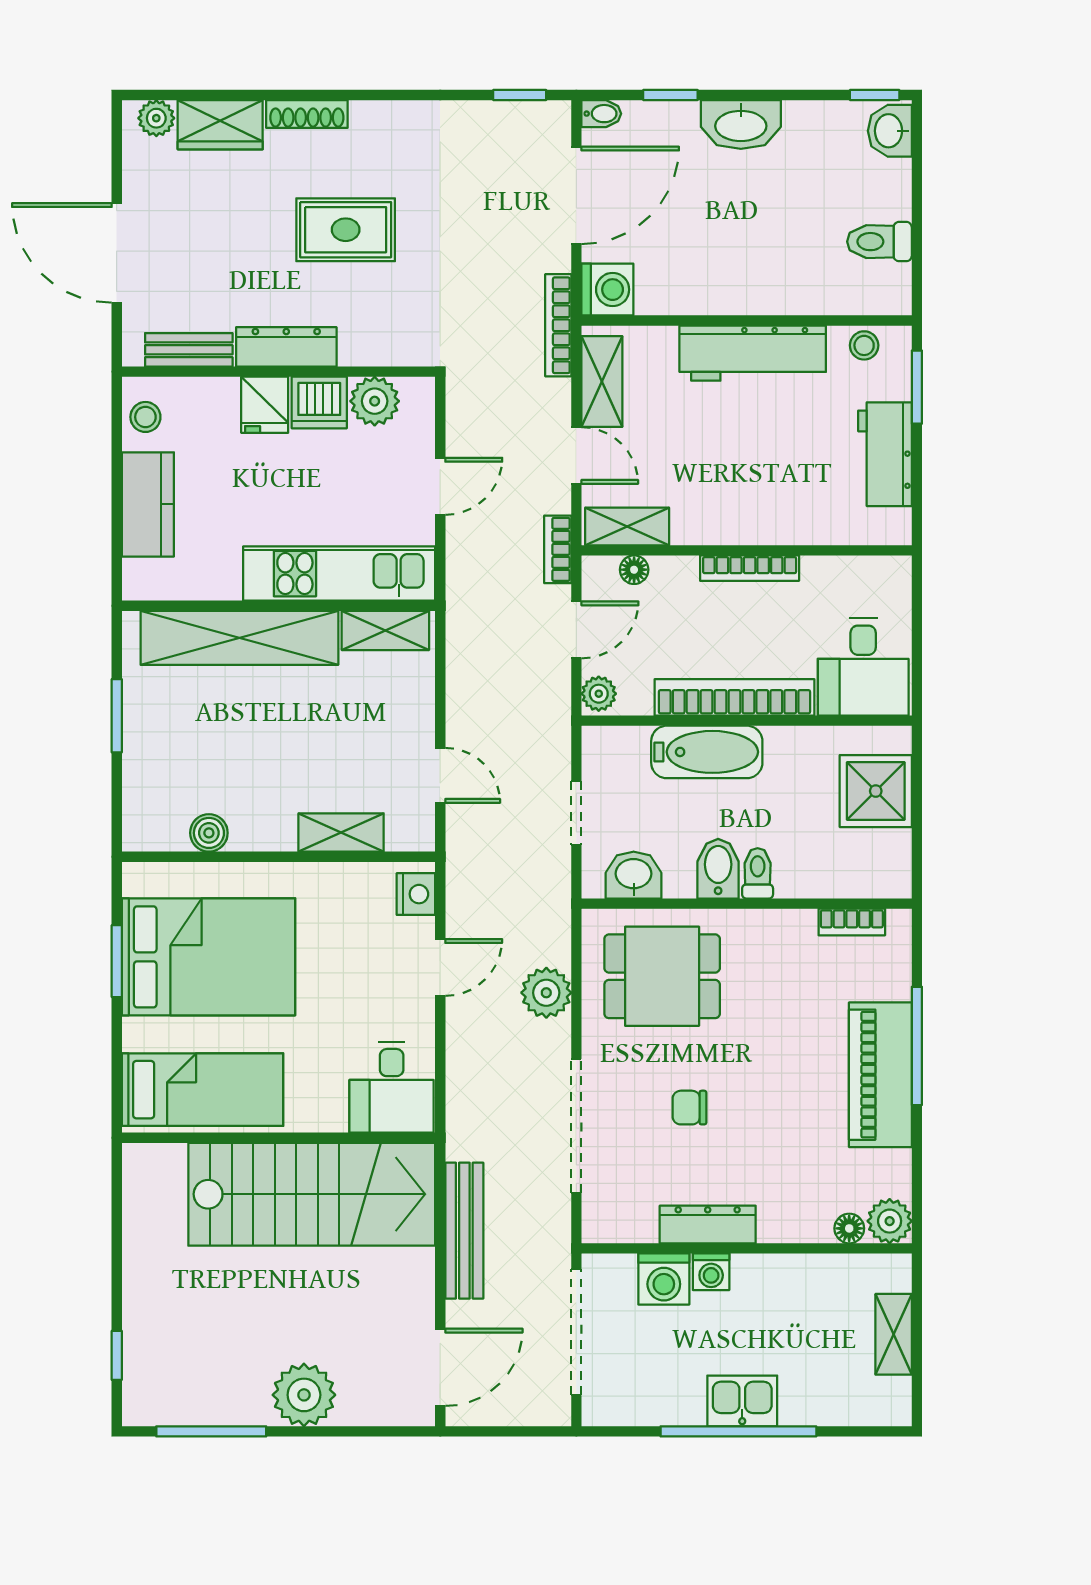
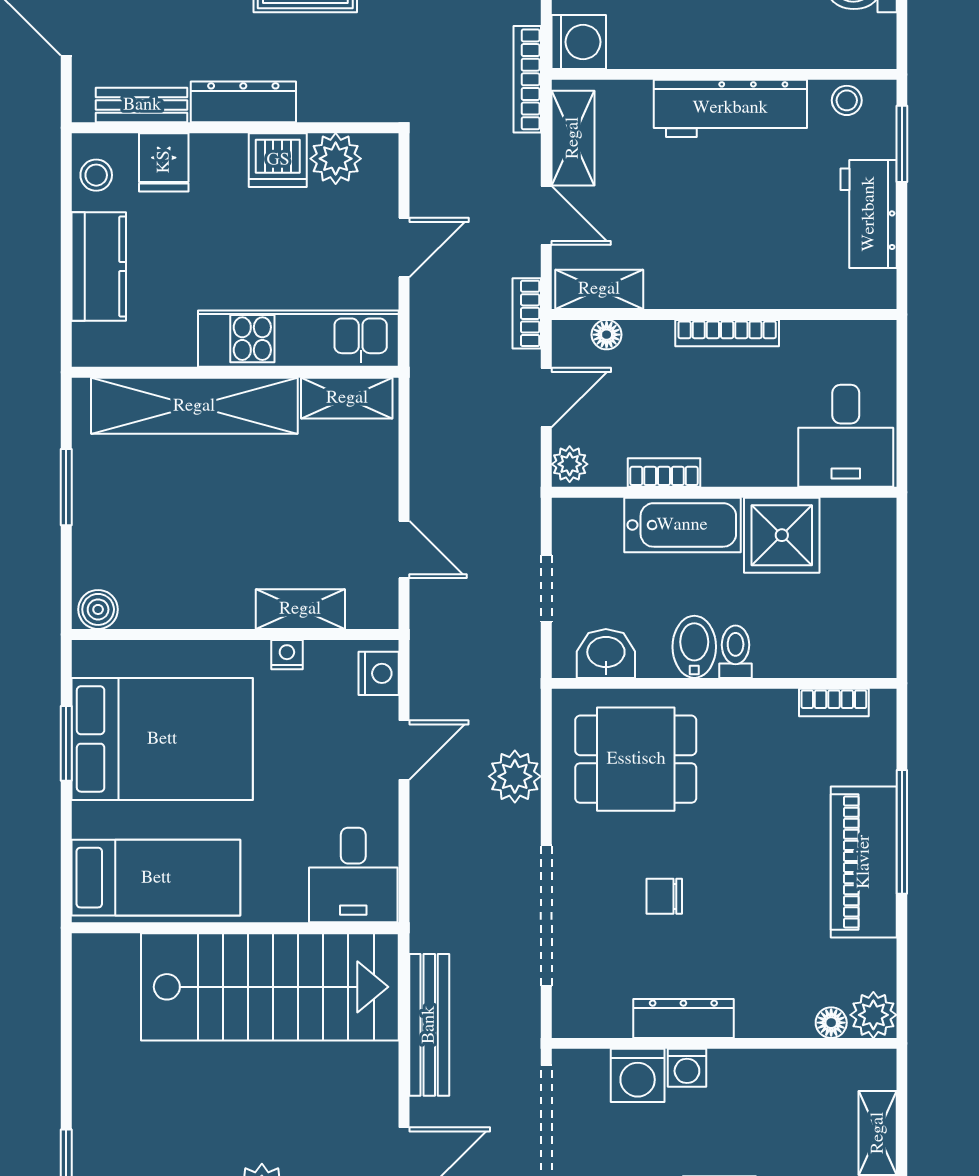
fridge: (265, 405) -> (164, 162), moved
bookcase: (734, 697) -> (664, 472), width x0.43, depth x0.76
shower: (876, 791) -> (782, 535), moved
boiler: (209, 833) -> (98, 609), moved
nightstand: (328, 876) -> (287, 655), added

